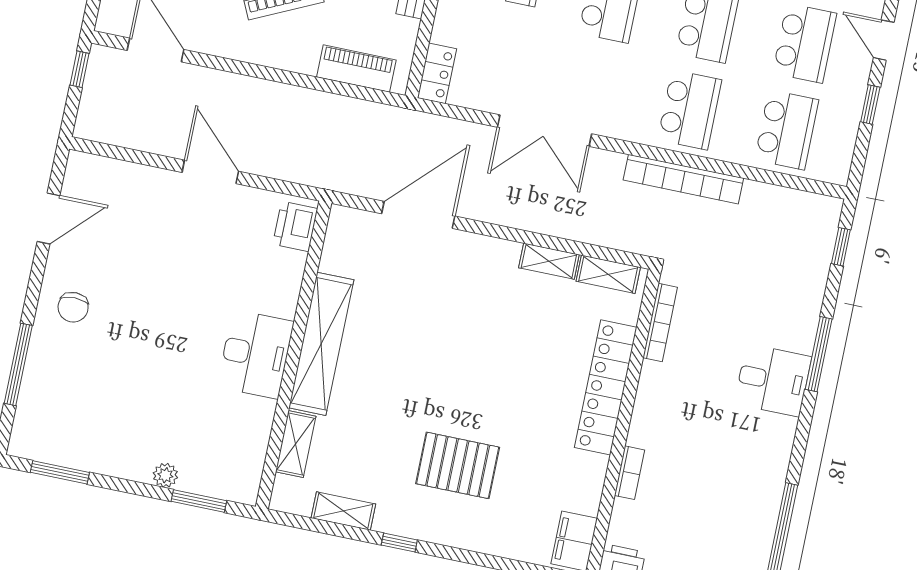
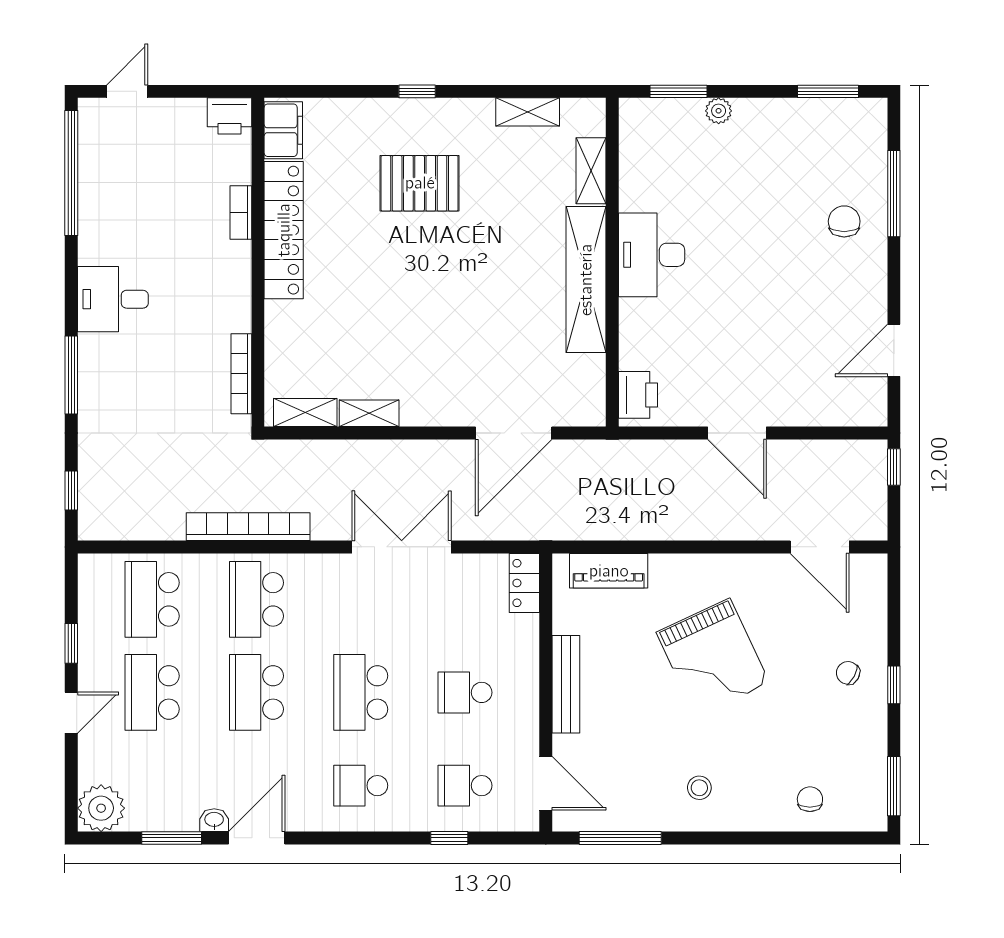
door: (884, 40) -> (71, 713), hinge flipped
window: (79, 69) -> (894, 467), moved
chair: (73, 307) -> (844, 221), moved
desk: (773, 380) -> (113, 299), moved
locker: (606, 387) -> (284, 230), moved
window: (399, 543) -> (417, 91), moved

